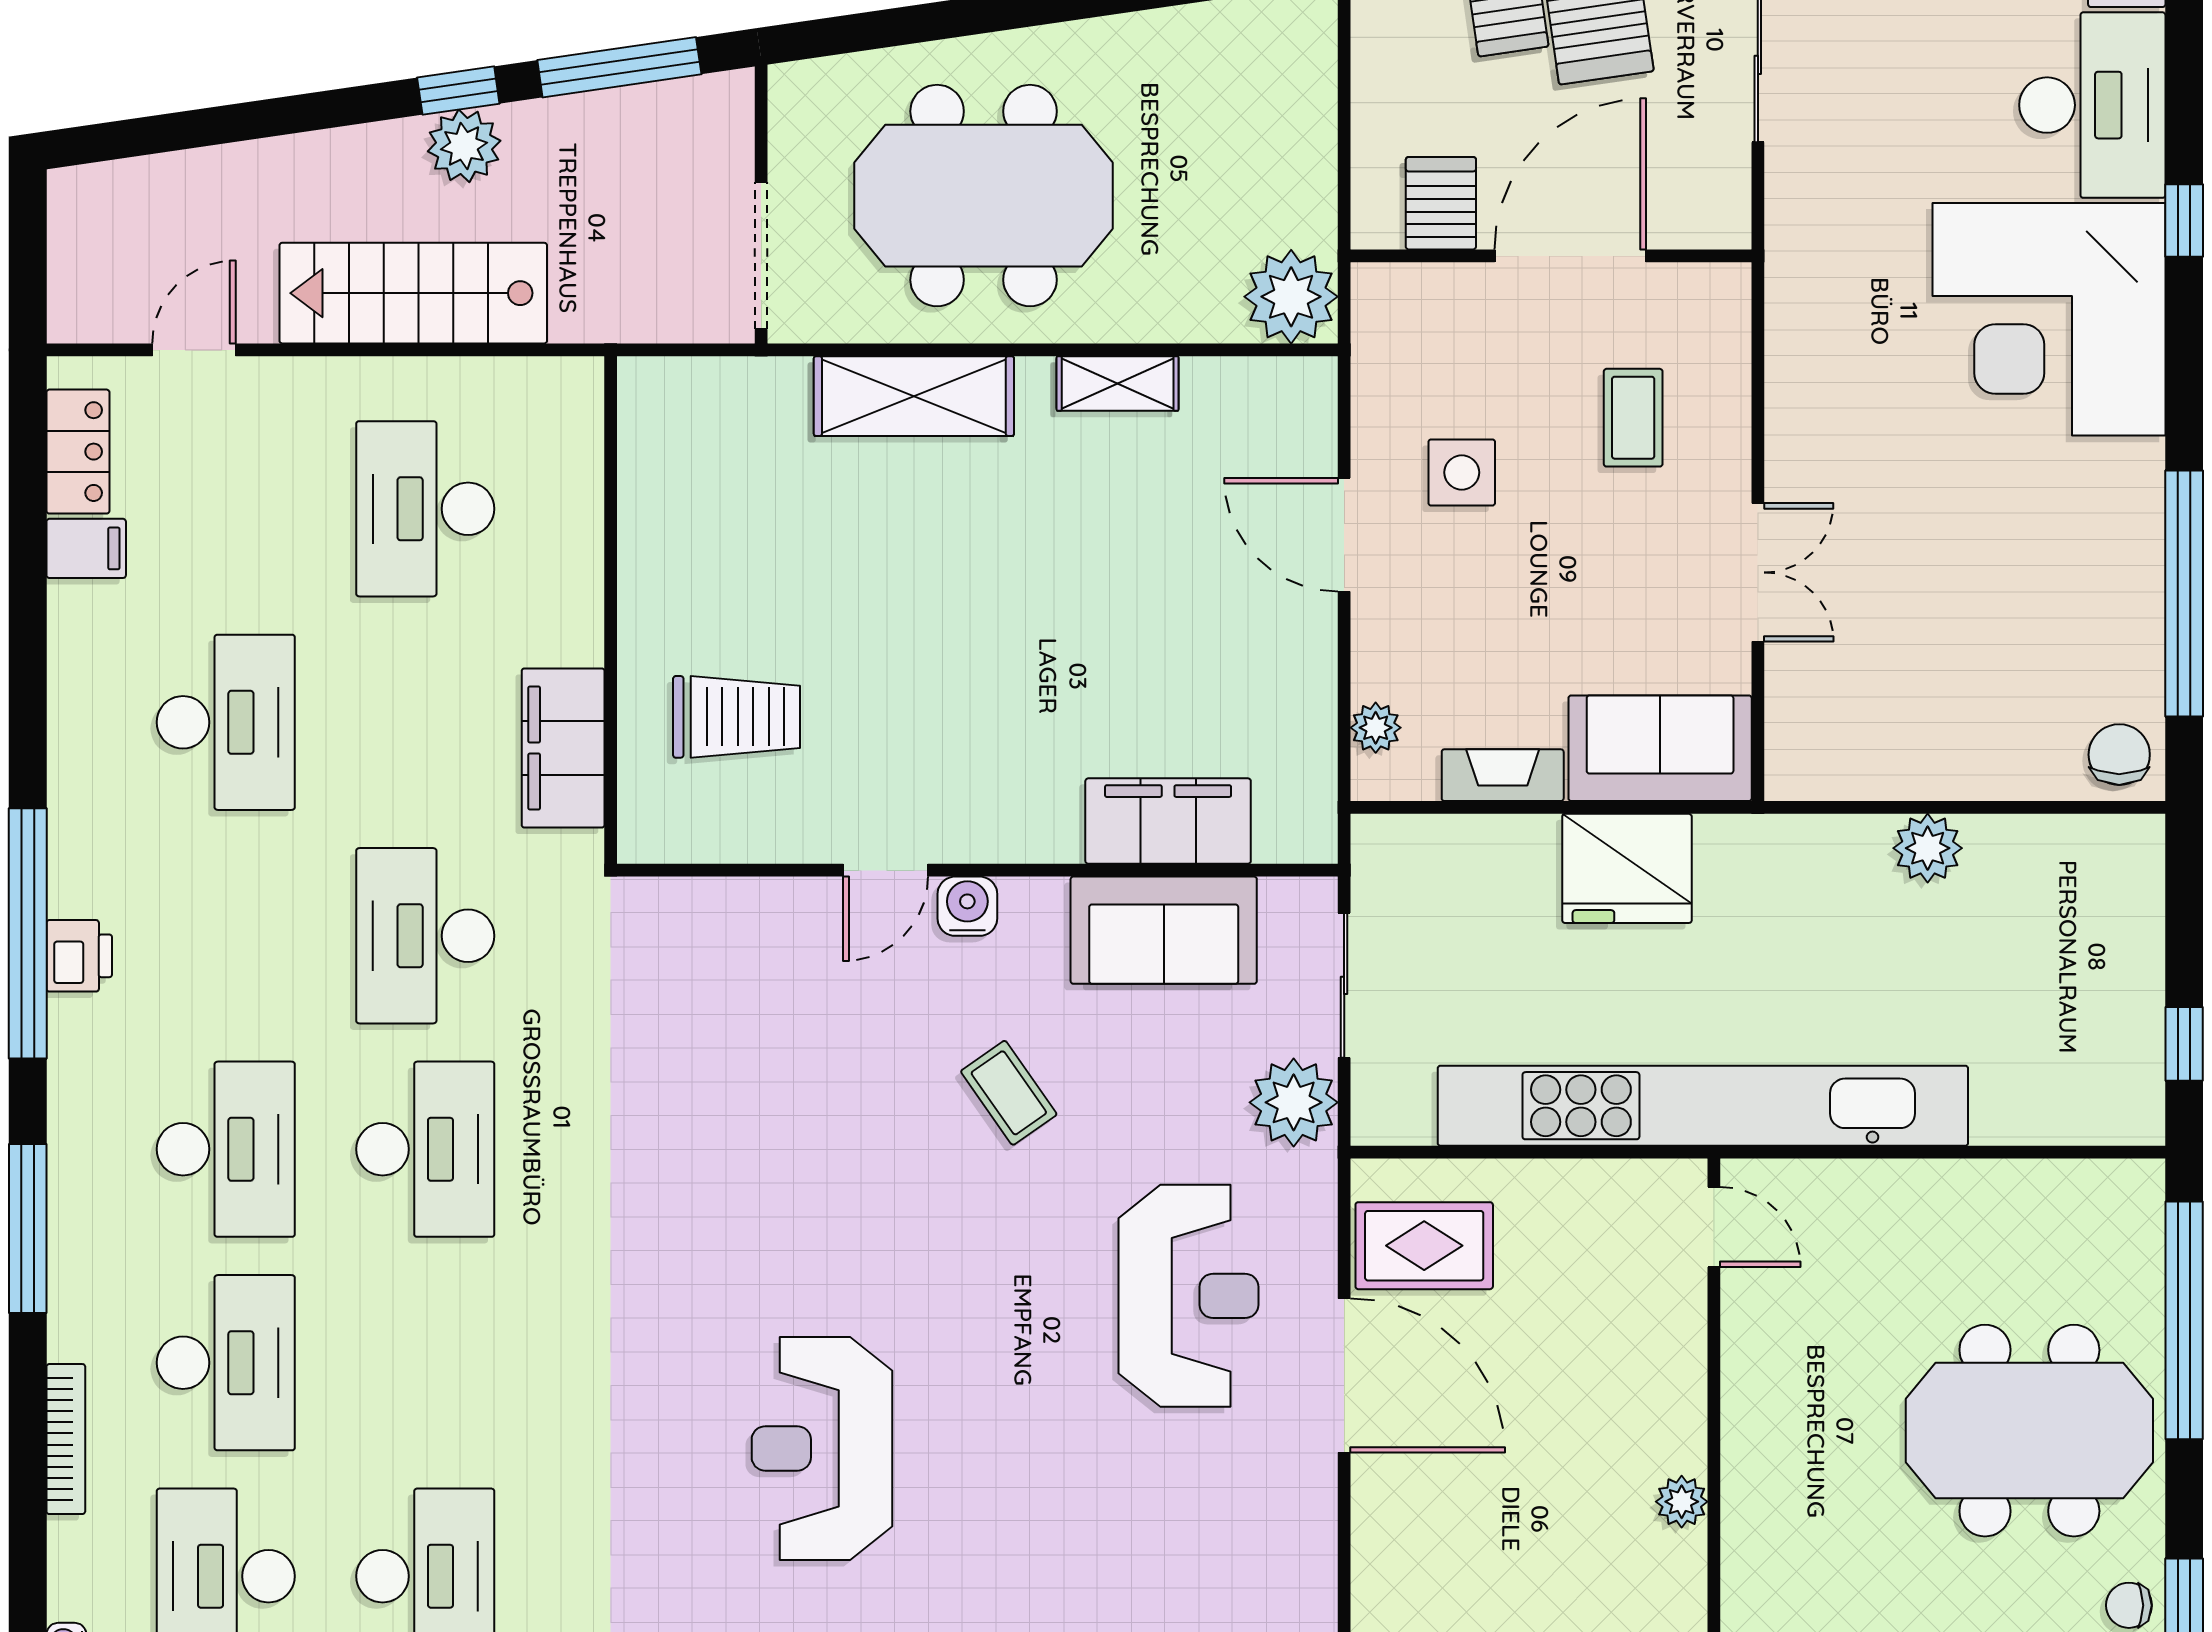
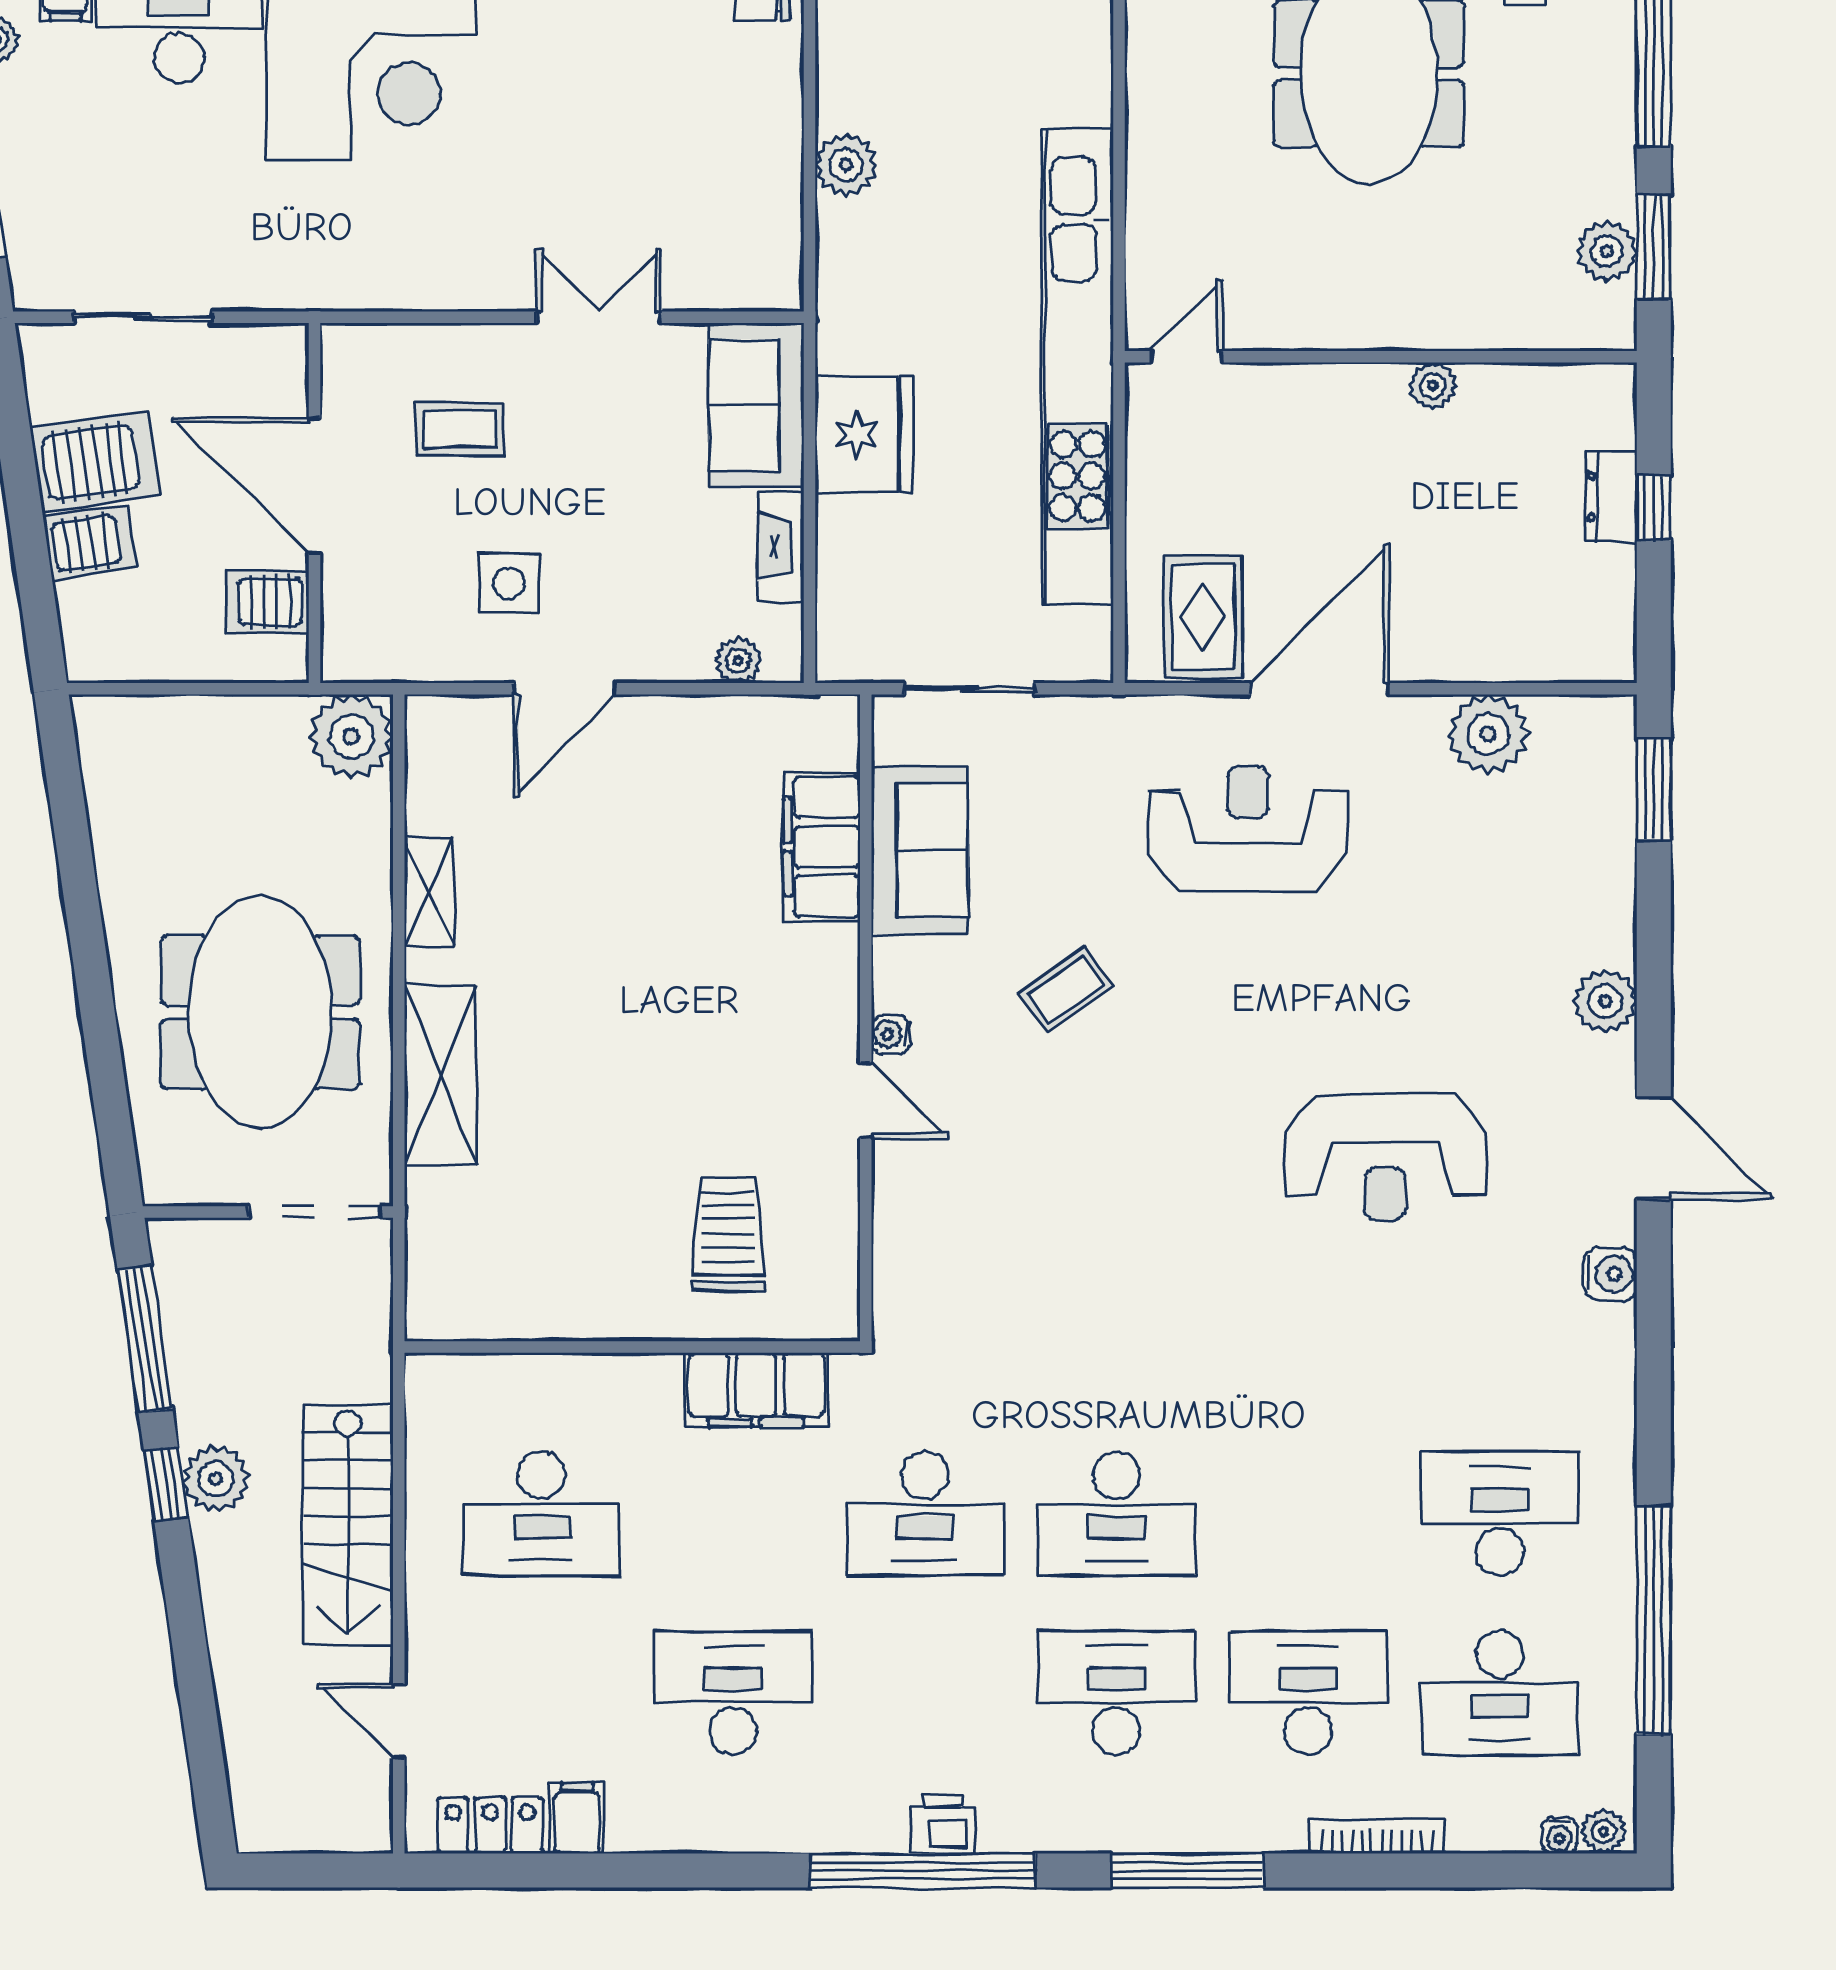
water cooler: (967, 906) -> (891, 1034), width x0.72, depth x0.72
plant: (1294, 1102) -> (1488, 734), moved
desk: (425, 1149) -> (1116, 1514), turned 180

